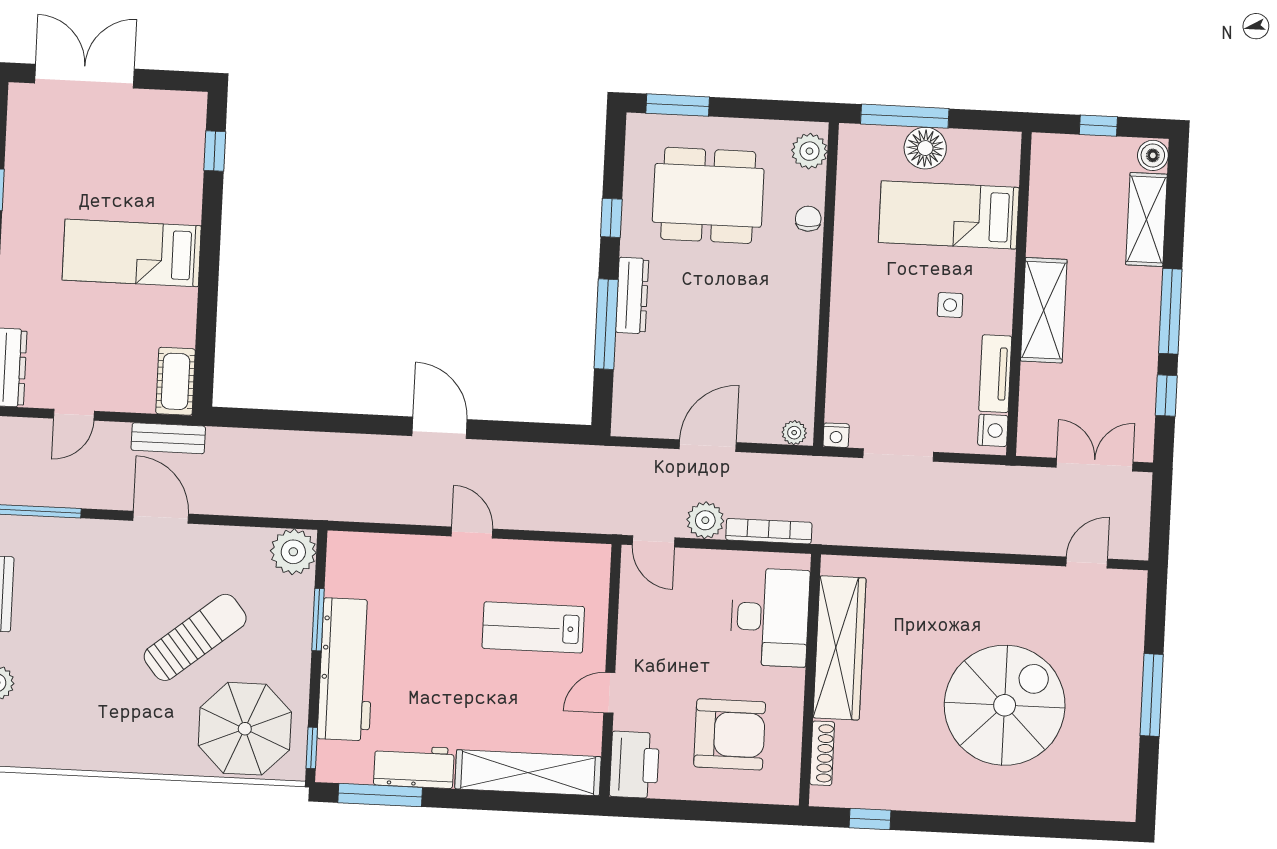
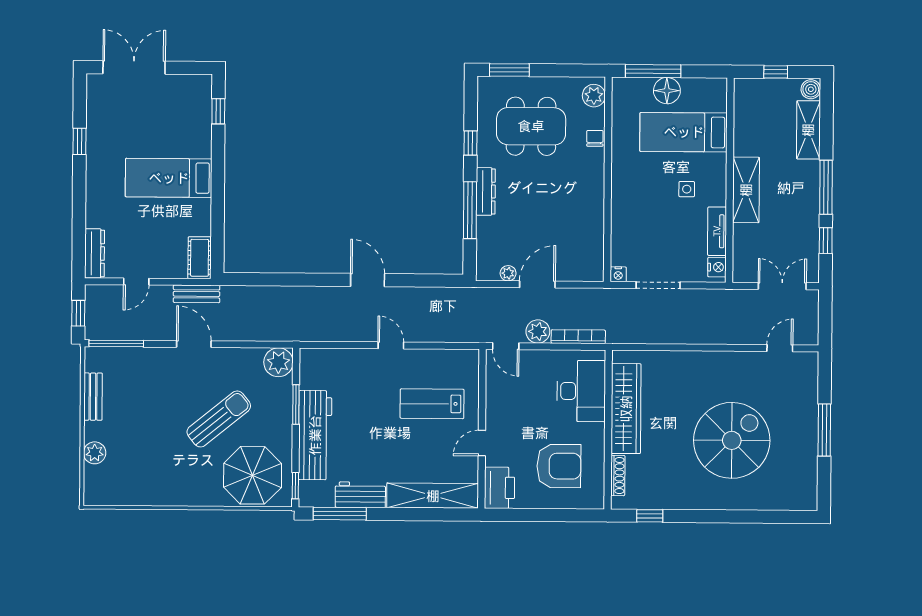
plant: (794, 433) -> (508, 273), moved

